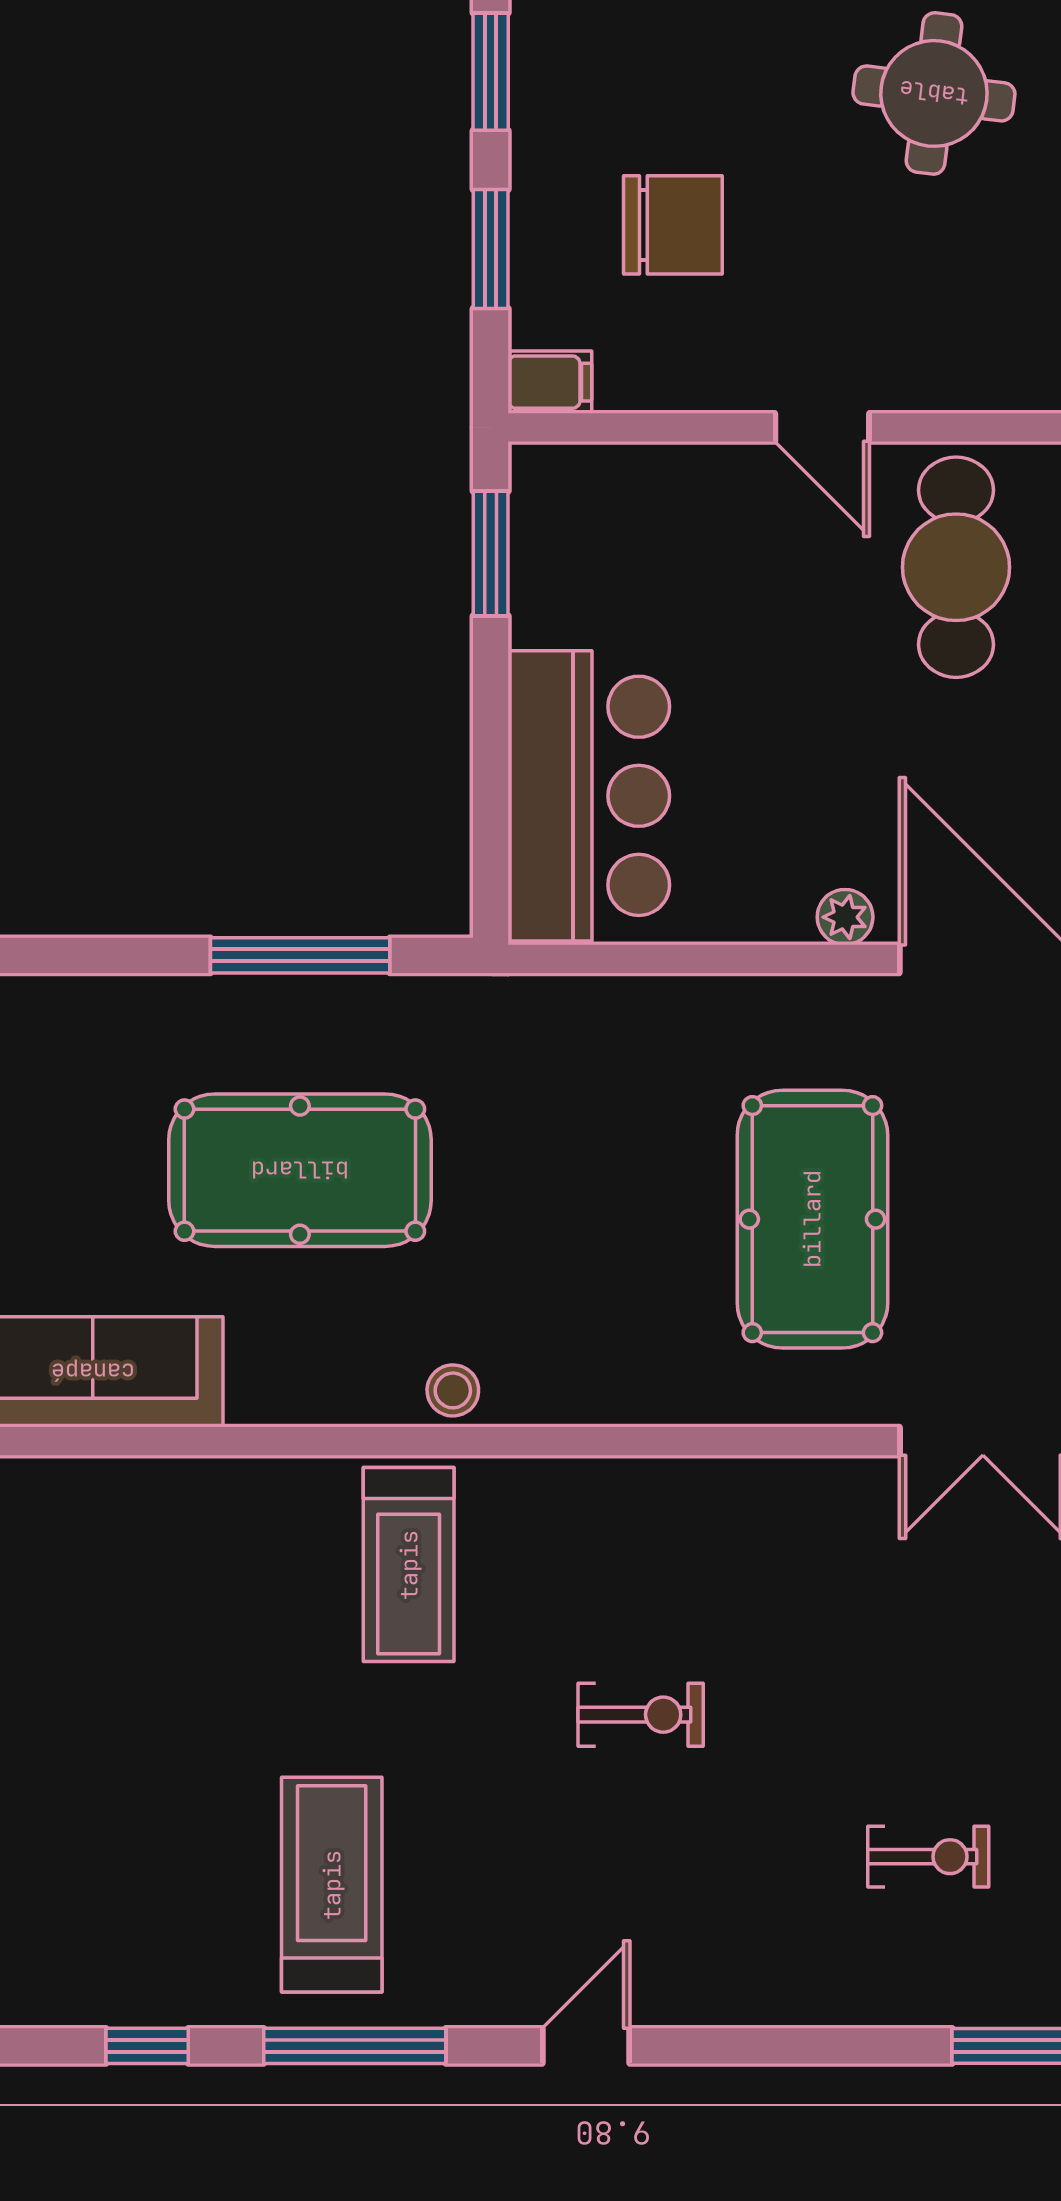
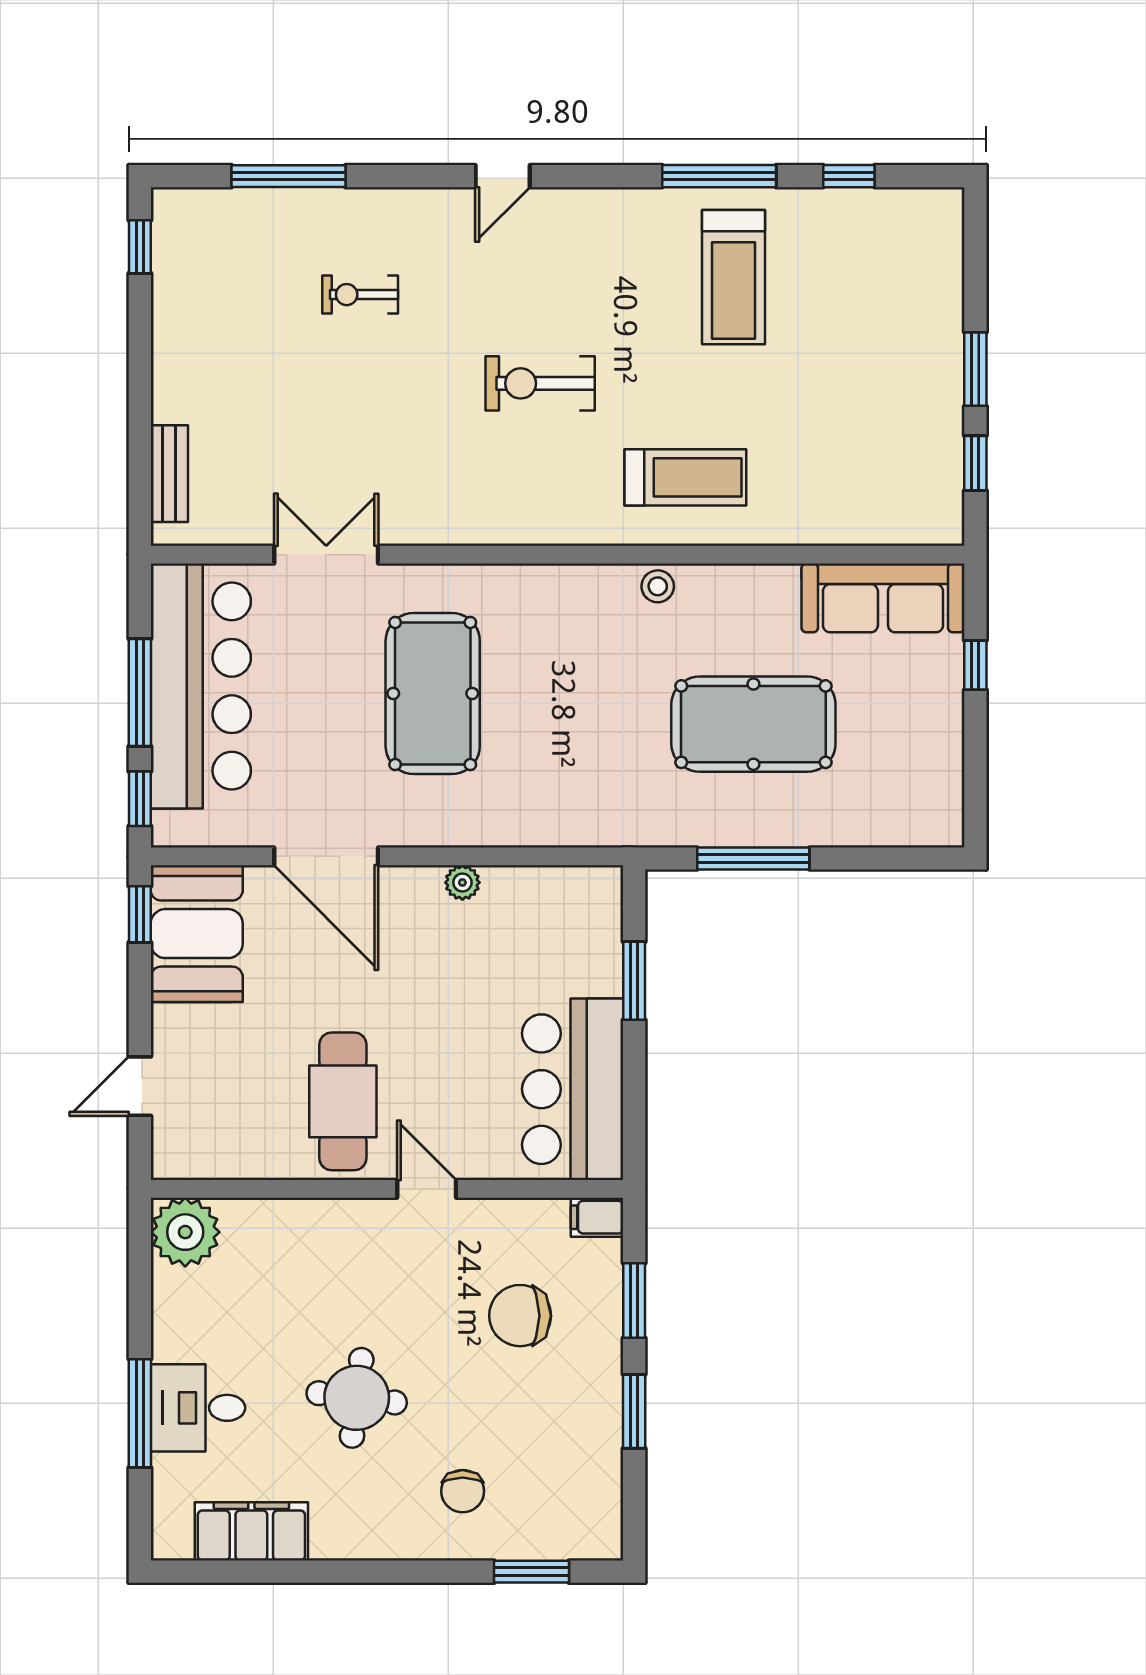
window: (491, 554) -> (634, 981), moved
bar counter: (589, 796) -> (573, 1089), moved
plant: (845, 917) -> (462, 882), moved
treadmill: (409, 1565) -> (685, 477), turned 90
exercise bike: (641, 1715) -> (540, 383), width x1.38, depth x1.39
door: (586, 2046) -> (503, 176), moved

